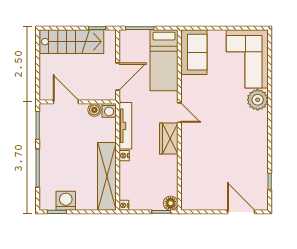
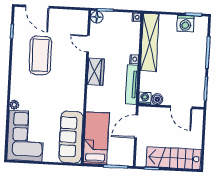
sofa: (194, 52) -> (71, 137), width x1.36
plant: (258, 100) -> (14, 105), width x0.53, depth x0.53
door: (179, 113) -> (88, 44), moved
coffee table: (235, 155) -> (40, 55), added

